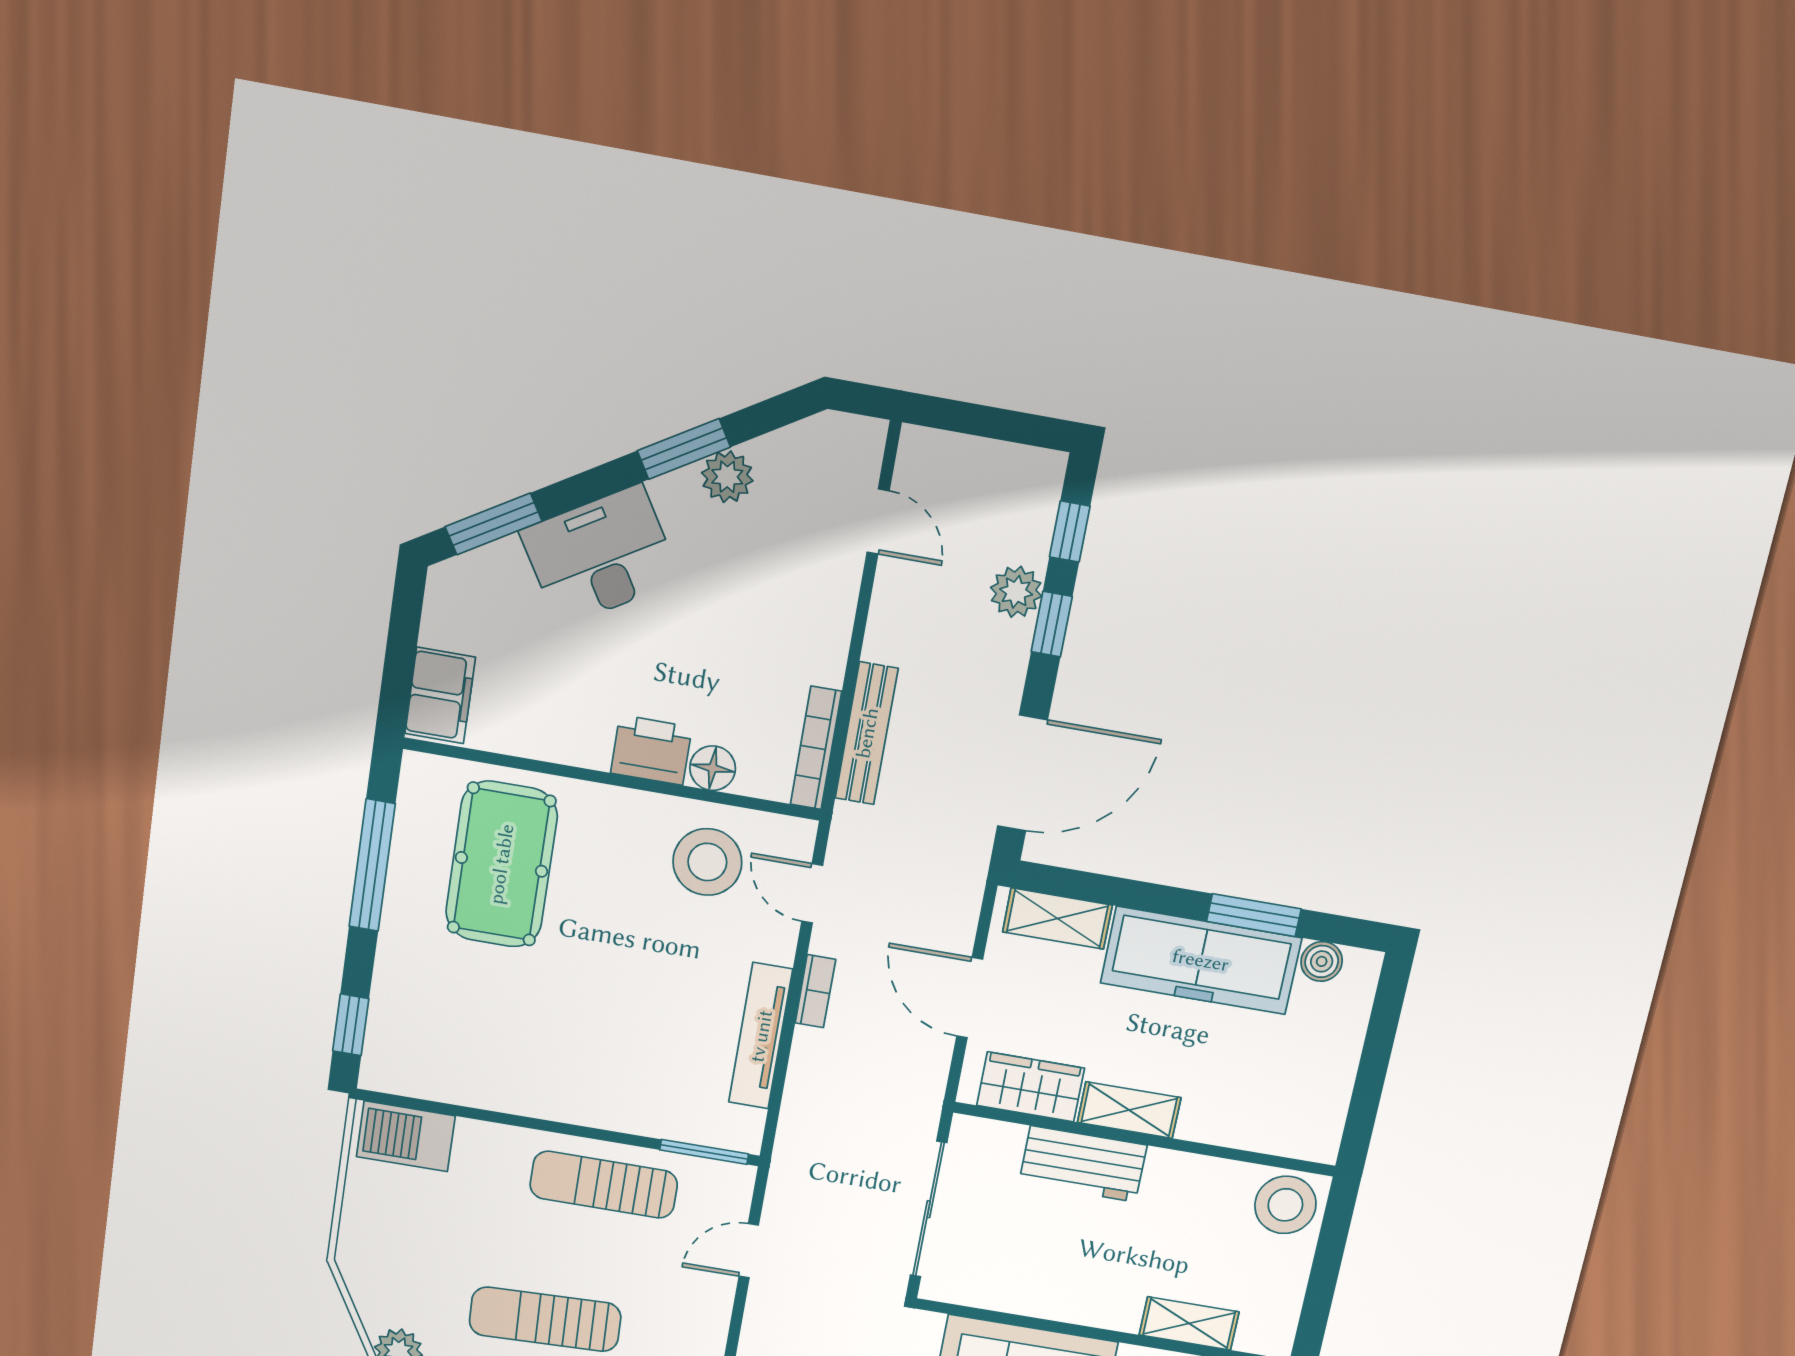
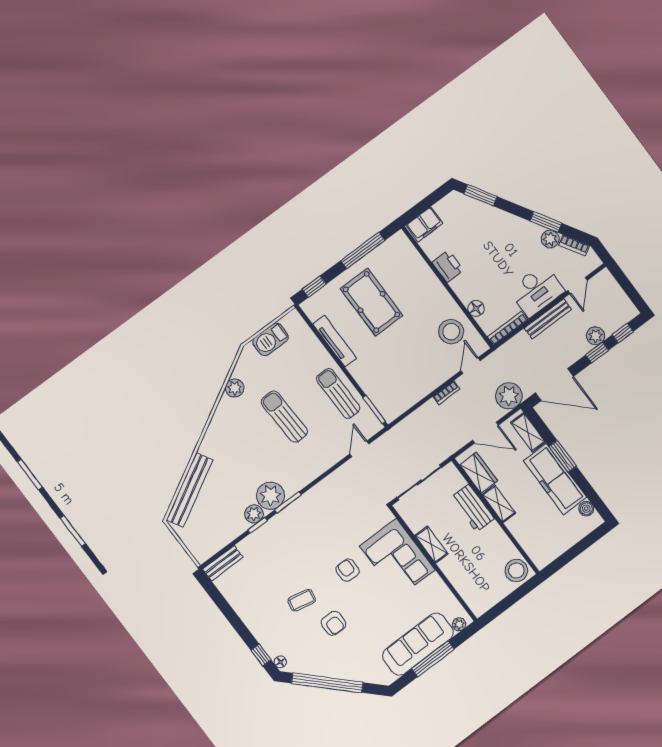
bookcase: (791, 442) -> (574, 245), added
desk: (600, 556) -> (537, 291), moved, turned 121
bench: (867, 733) -> (548, 319), moved
printer: (651, 750) -> (448, 266), moved
pool table: (501, 864) -> (372, 302), moved, turned 90
plant: (949, 882) -> (509, 396), added
window: (1254, 915) -> (563, 456), moved
door: (970, 998) -> (485, 433), swing flipped
tv unit: (761, 1036) -> (335, 341), moved, turned 90
barbecue: (406, 1136) -> (270, 339), moved, turned -90
door: (749, 1251) -> (359, 449), hinge flipped
shelving: (1189, 1323) -> (431, 545), moved

